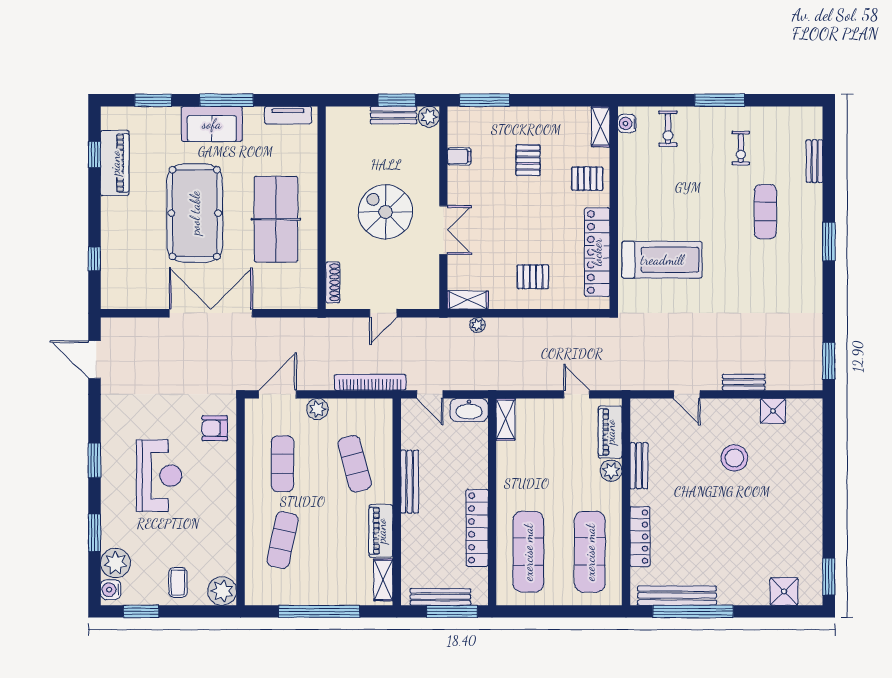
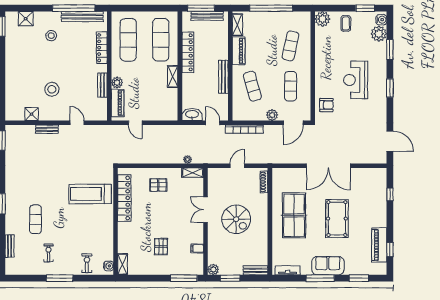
bench: (394, 115) -> (255, 270), moved
pallet: (587, 179) -> (130, 237), removed
pool table: (195, 213) -> (337, 219), width x0.73, depth x0.76
shelving: (506, 419) -> (173, 77), moved
stool: (736, 560) -> (51, 36), added

